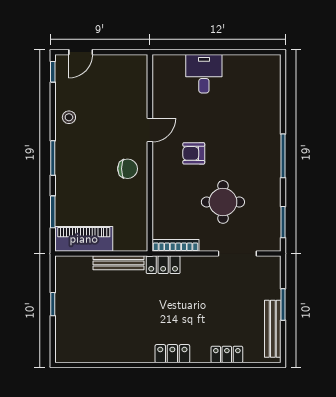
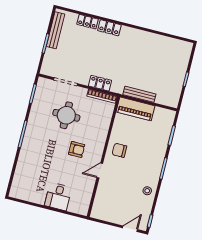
piano: (84, 239) -> (135, 109), moved
locker: (163, 265) -> (100, 83), moved
locker: (172, 354) -> (109, 28), moved

